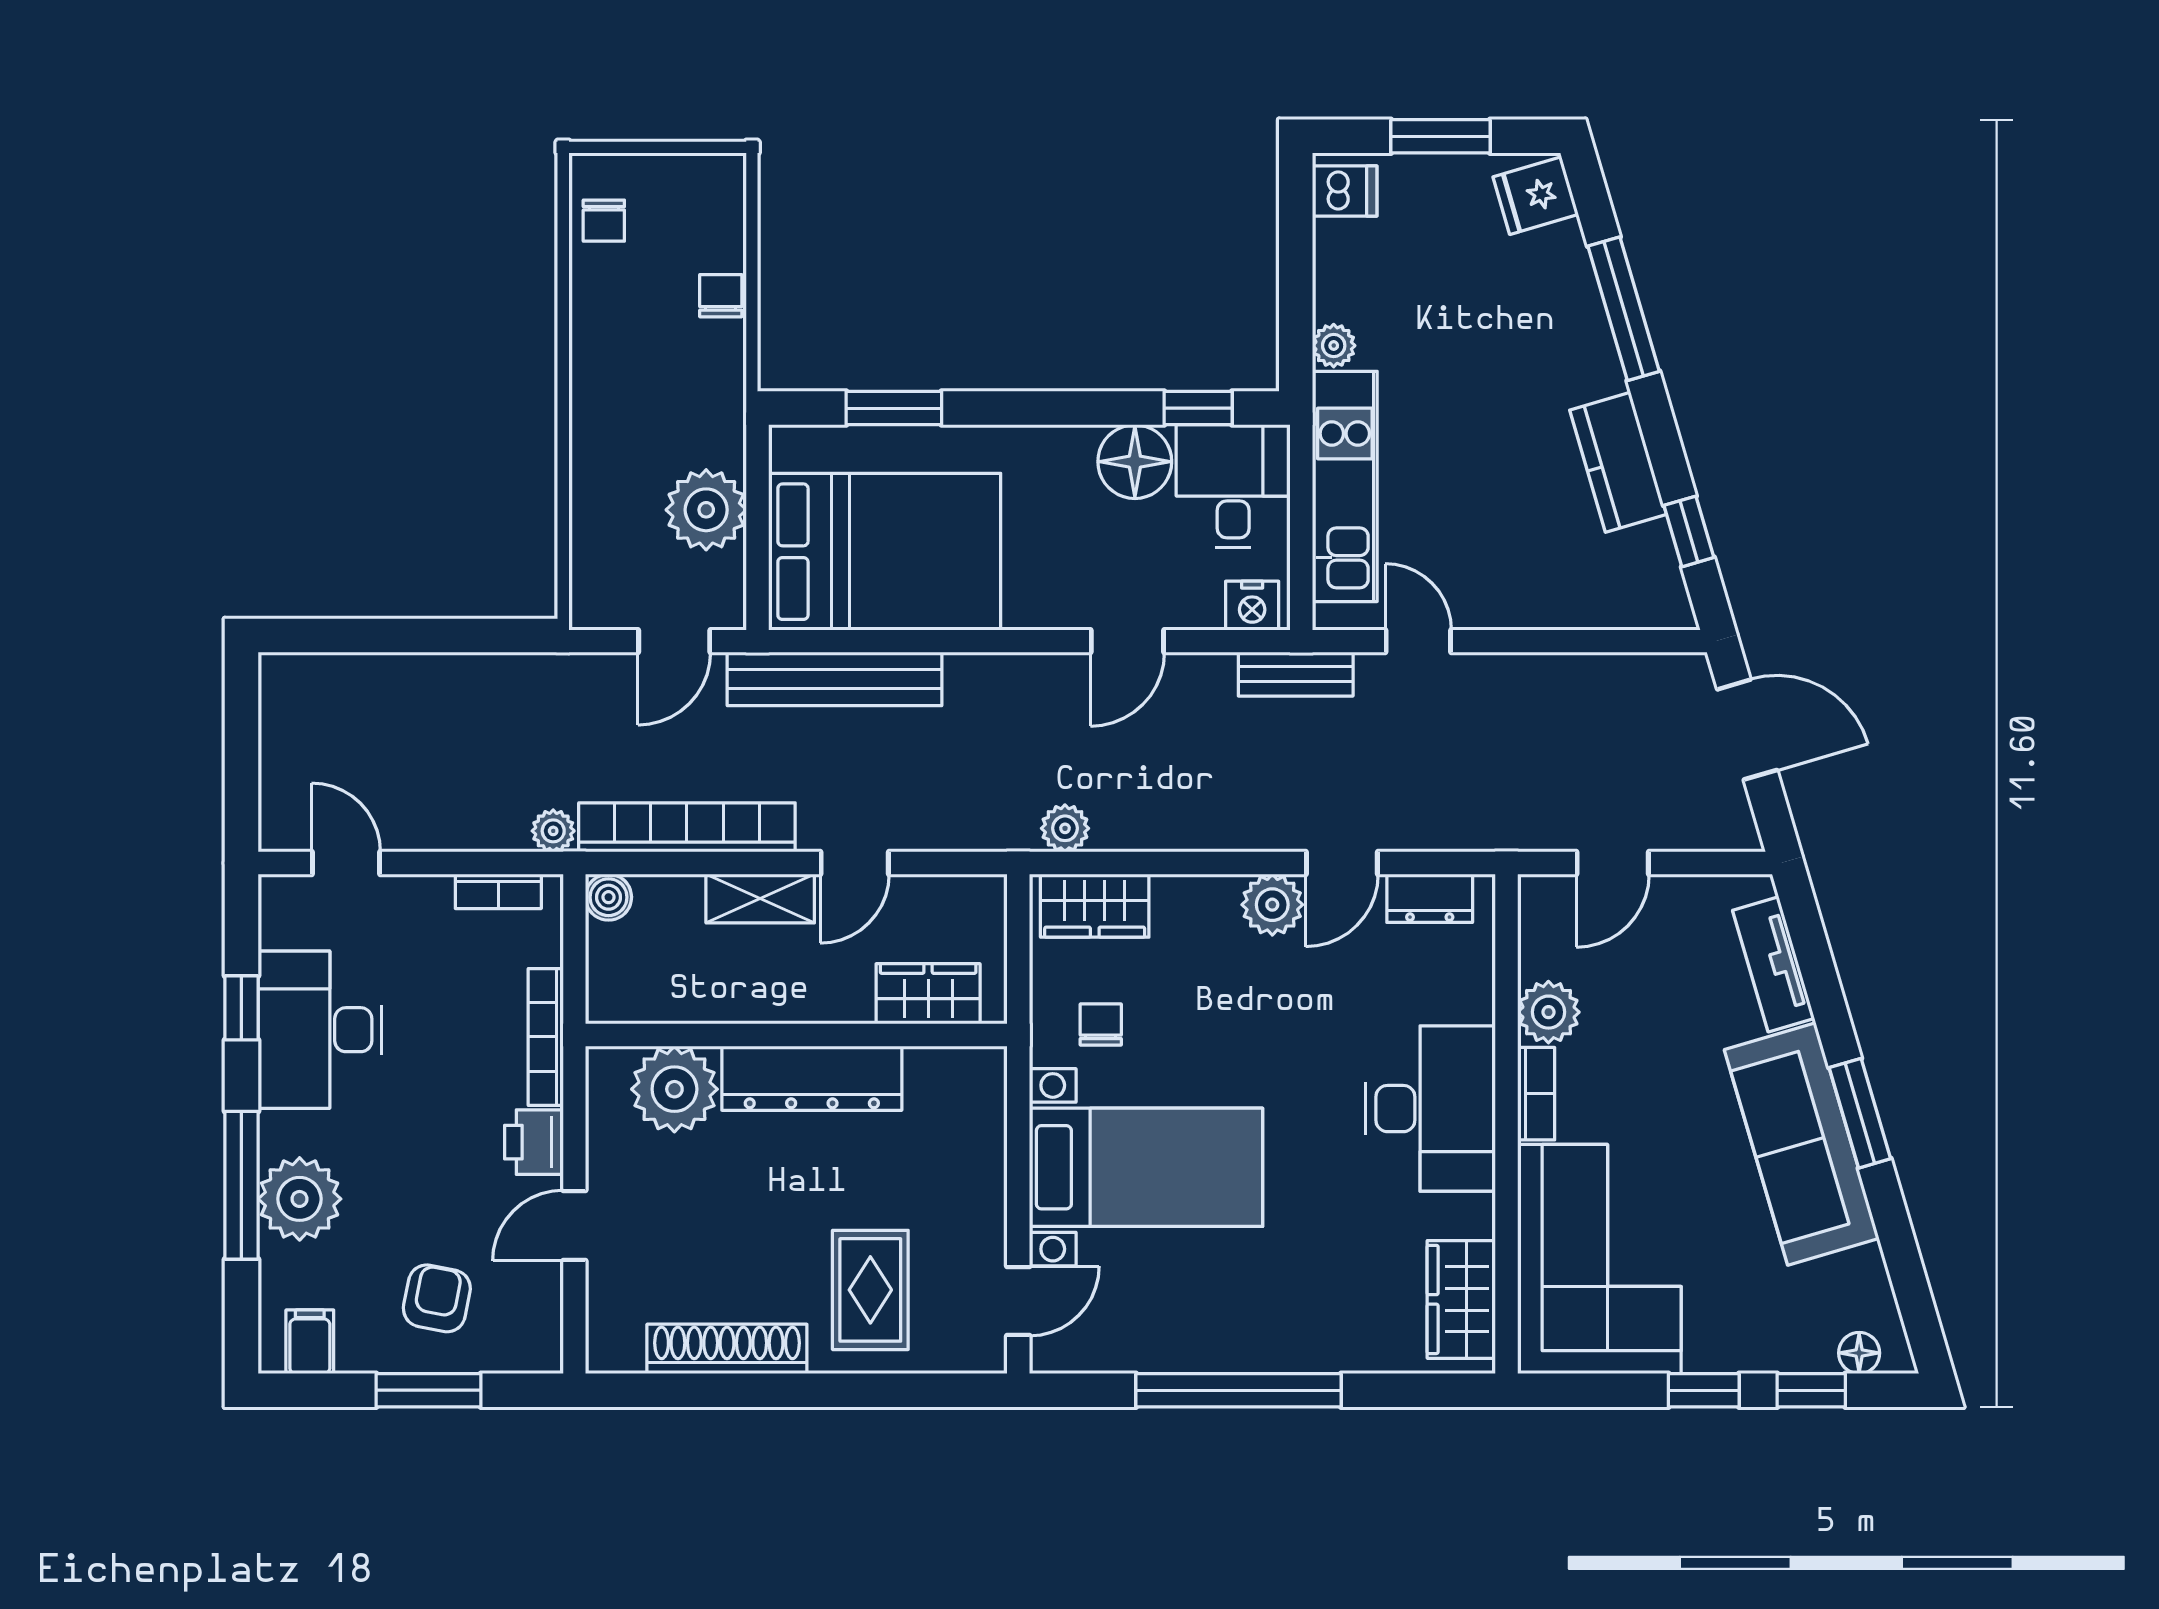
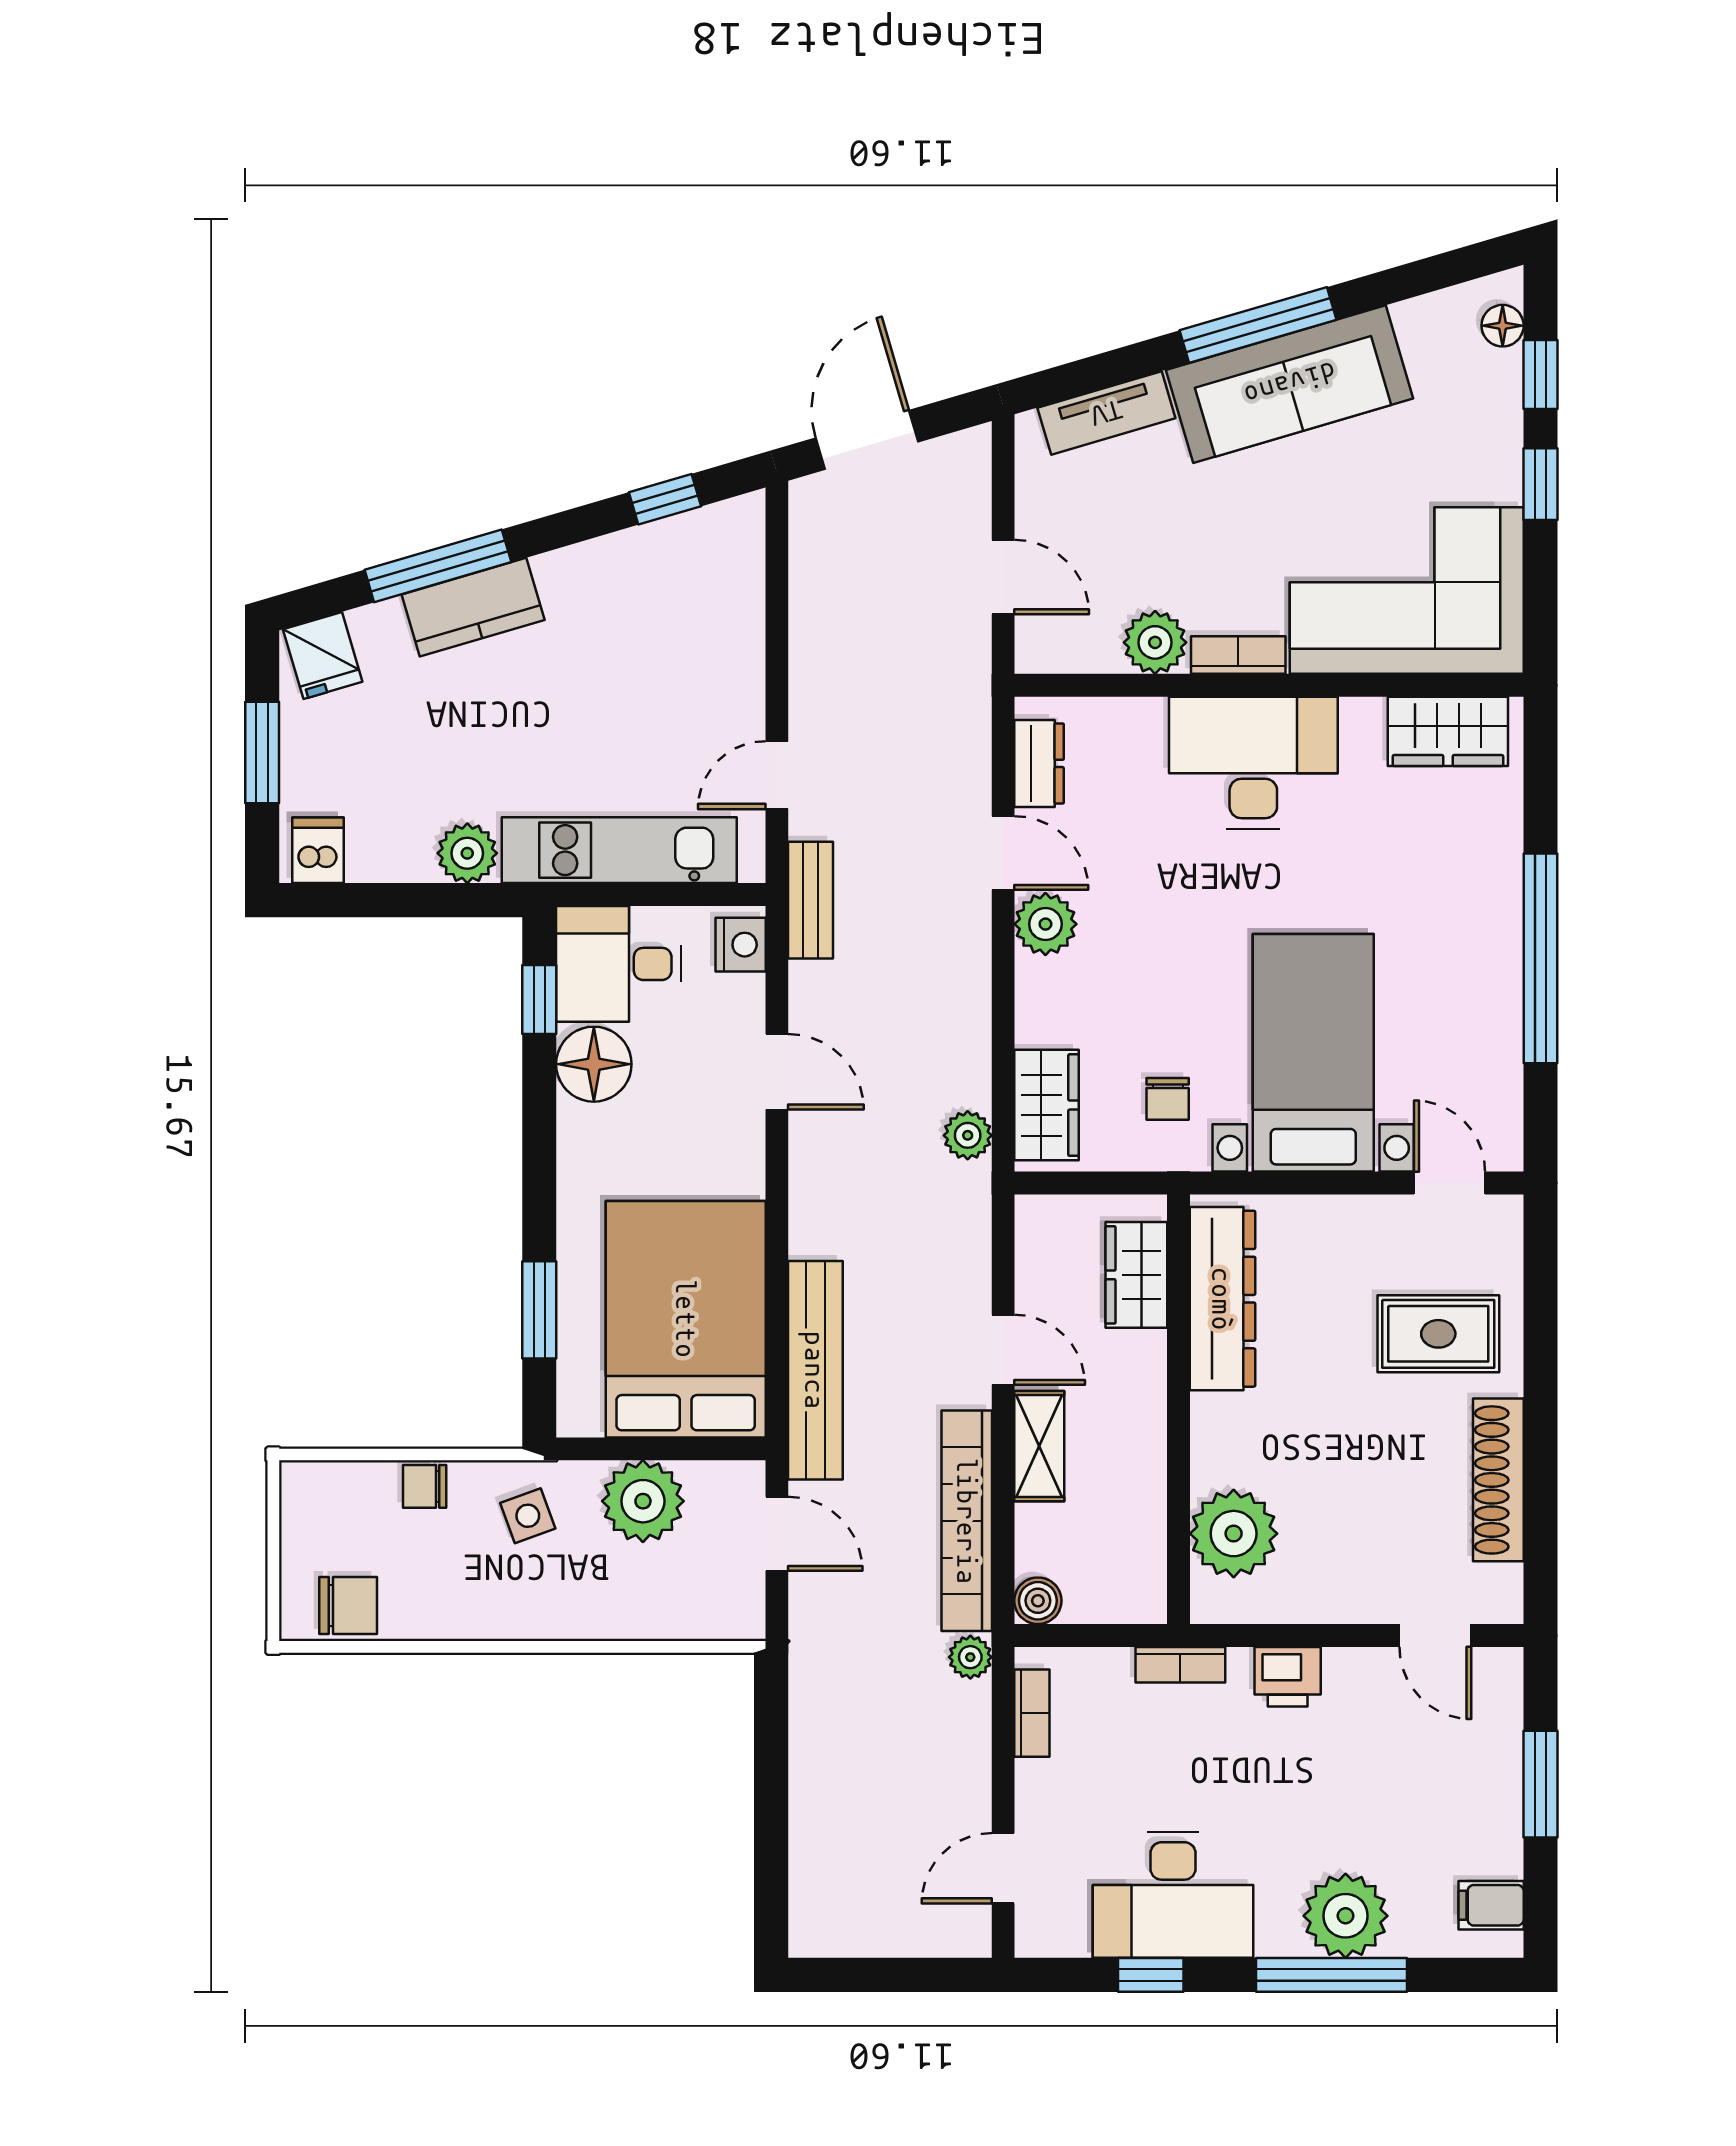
chair: (604, 221) -> (348, 1606), width x1.37, depth x1.37
plant: (1334, 346) -> (467, 853), width x1.38, depth x1.38
side table: (692, 397) -> (528, 1516), added
kitchen counter: (1618, 462) -> (473, 607), moved
chair: (1101, 1024) -> (1168, 1099), turned -90
bookcase: (546, 1037) -> (1180, 1665), width x0.64
dresser: (812, 1078) -> (1222, 1299), moved
window: (1860, 1113) -> (1258, 325), width x1.44
door: (574, 1226) -> (1435, 1636), moved
armchair: (437, 1298) -> (1447, 1776), removed

